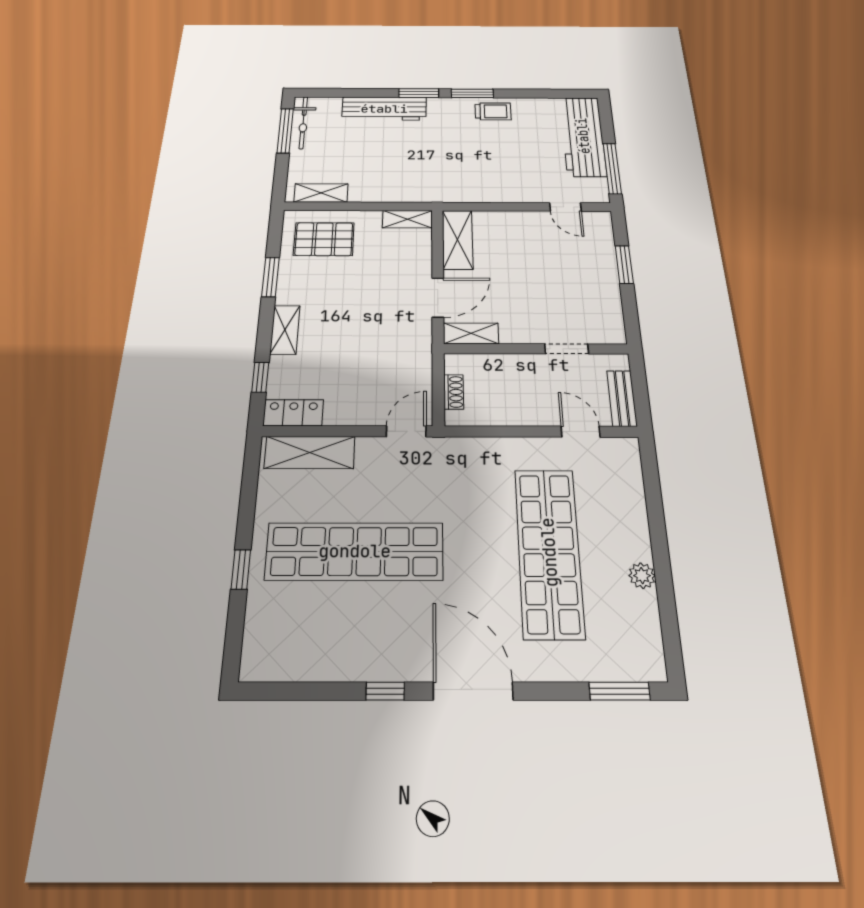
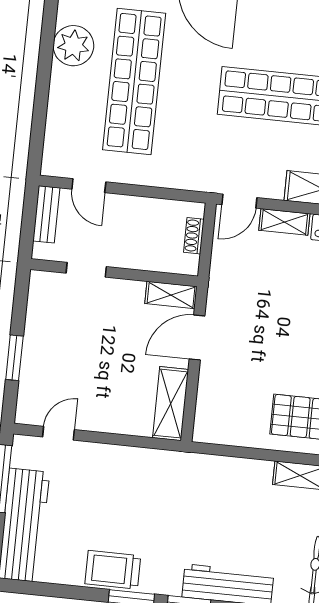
trolley: (493, 111) -> (113, 570), width x1.36, depth x1.39
door: (565, 207) -> (59, 433), hinge flipped
shelving: (408, 219) -> (284, 222), moved
plant: (642, 576) -> (73, 46), width x1.87, depth x1.87

